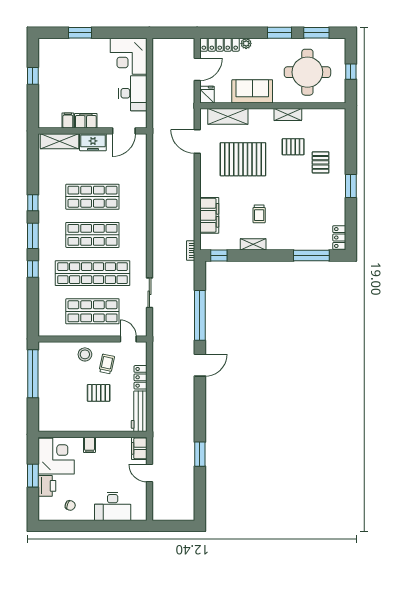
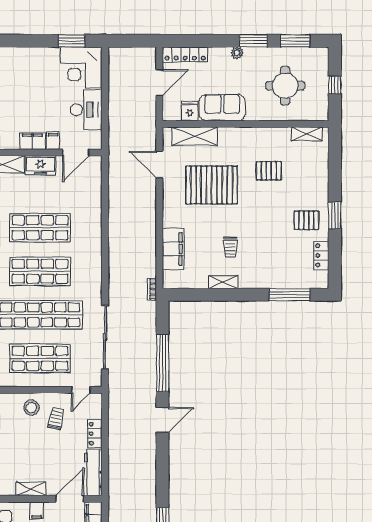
window: (80, 33) -> (72, 41), moved
plant: (246, 43) -> (237, 53), moved
round table: (307, 72) -> (285, 86), width x0.73, depth x0.73
fridge: (207, 95) -> (190, 111), moved
shelving: (288, 114) -> (307, 134), moved
filing cabinet: (68, 121) -> (53, 141), moved
pallet: (321, 162) -> (306, 220), moved, turned 90
locker: (339, 238) -> (321, 255), moved
window: (219, 255) -> (184, 295), removed
sliding door: (149, 293) -> (105, 337), width x1.86
door: (128, 339) -> (81, 390), swing flipped
pallet: (99, 393) -> (47, 451), removed
shelving: (85, 426) -> (31, 489), added
door: (119, 434) -> (70, 499), added

